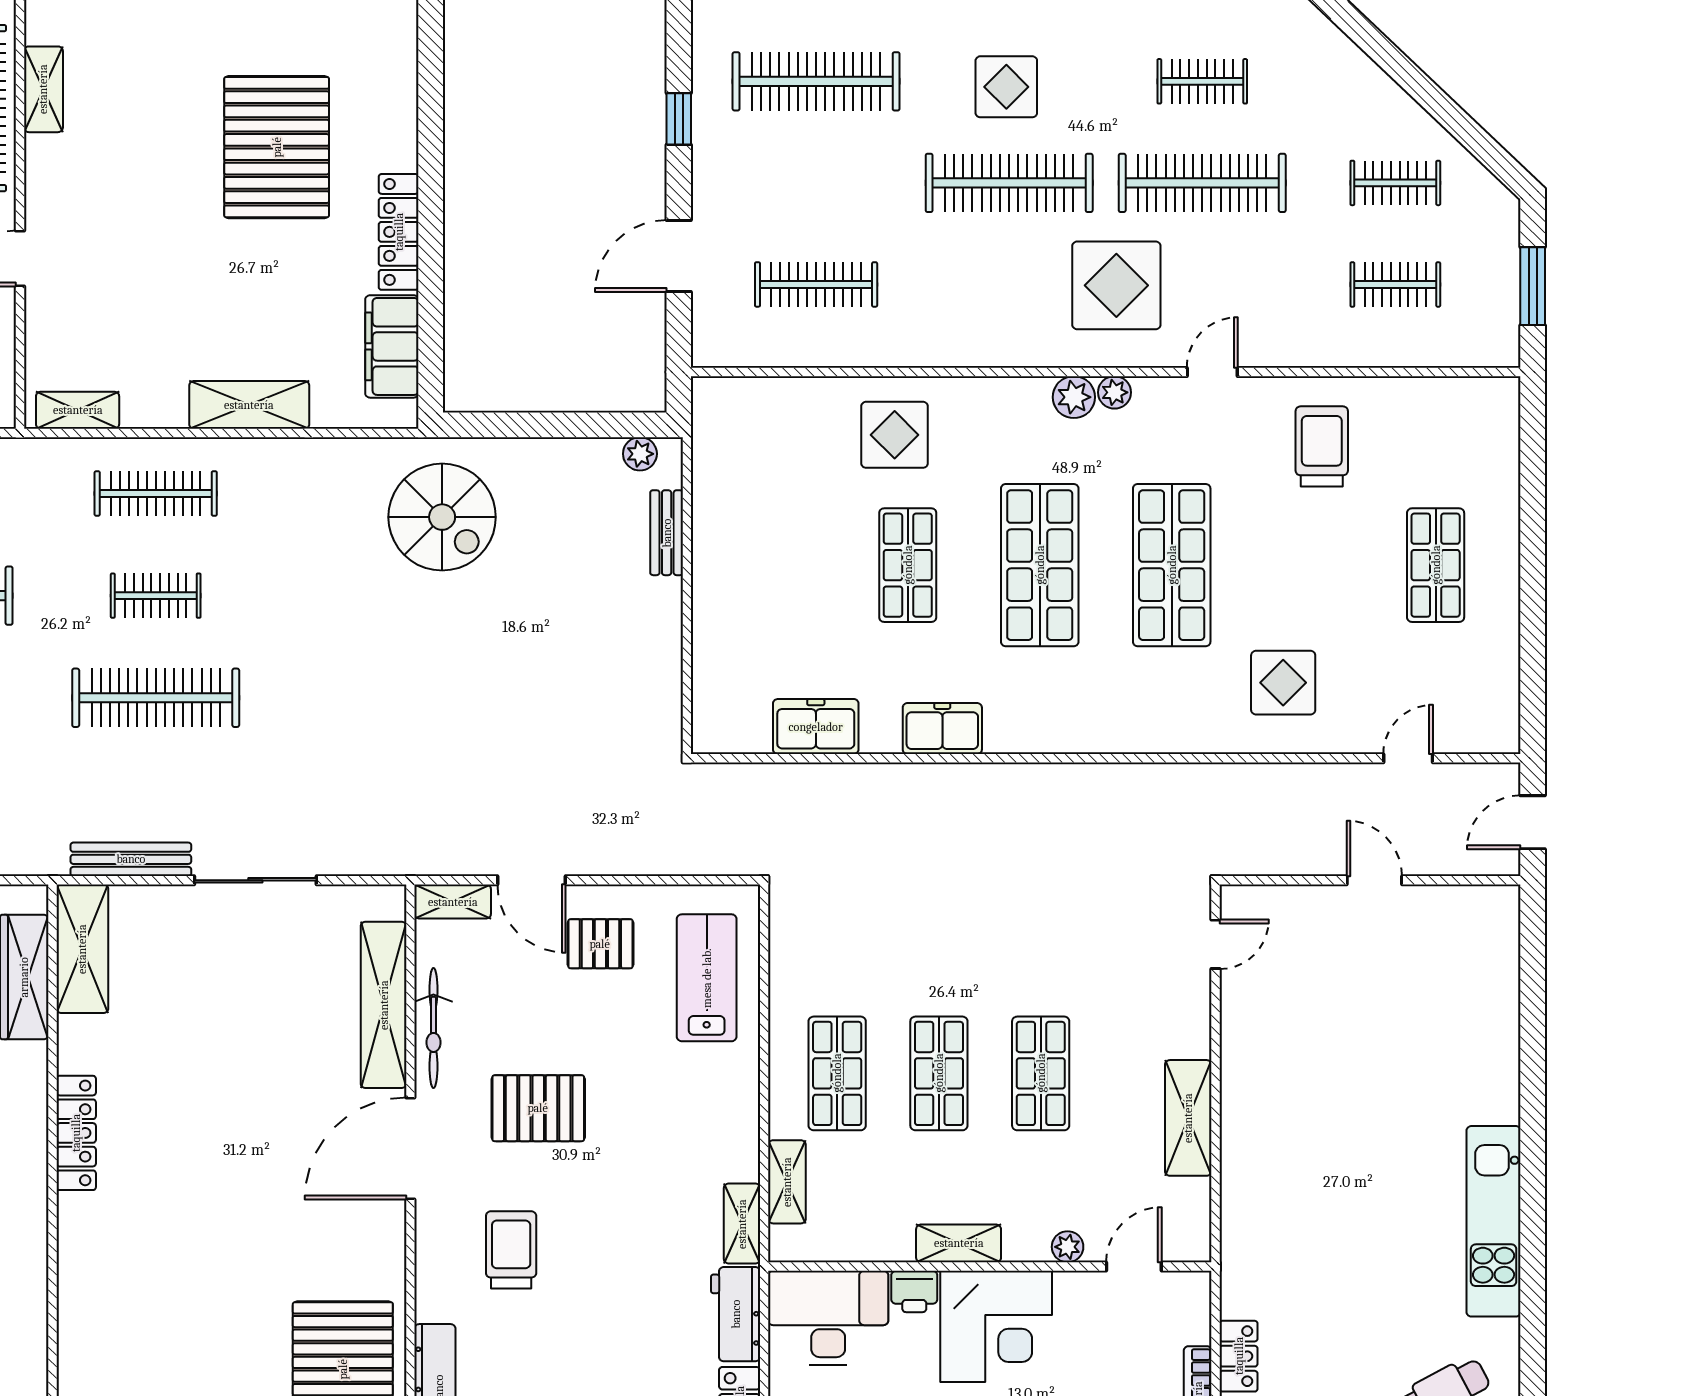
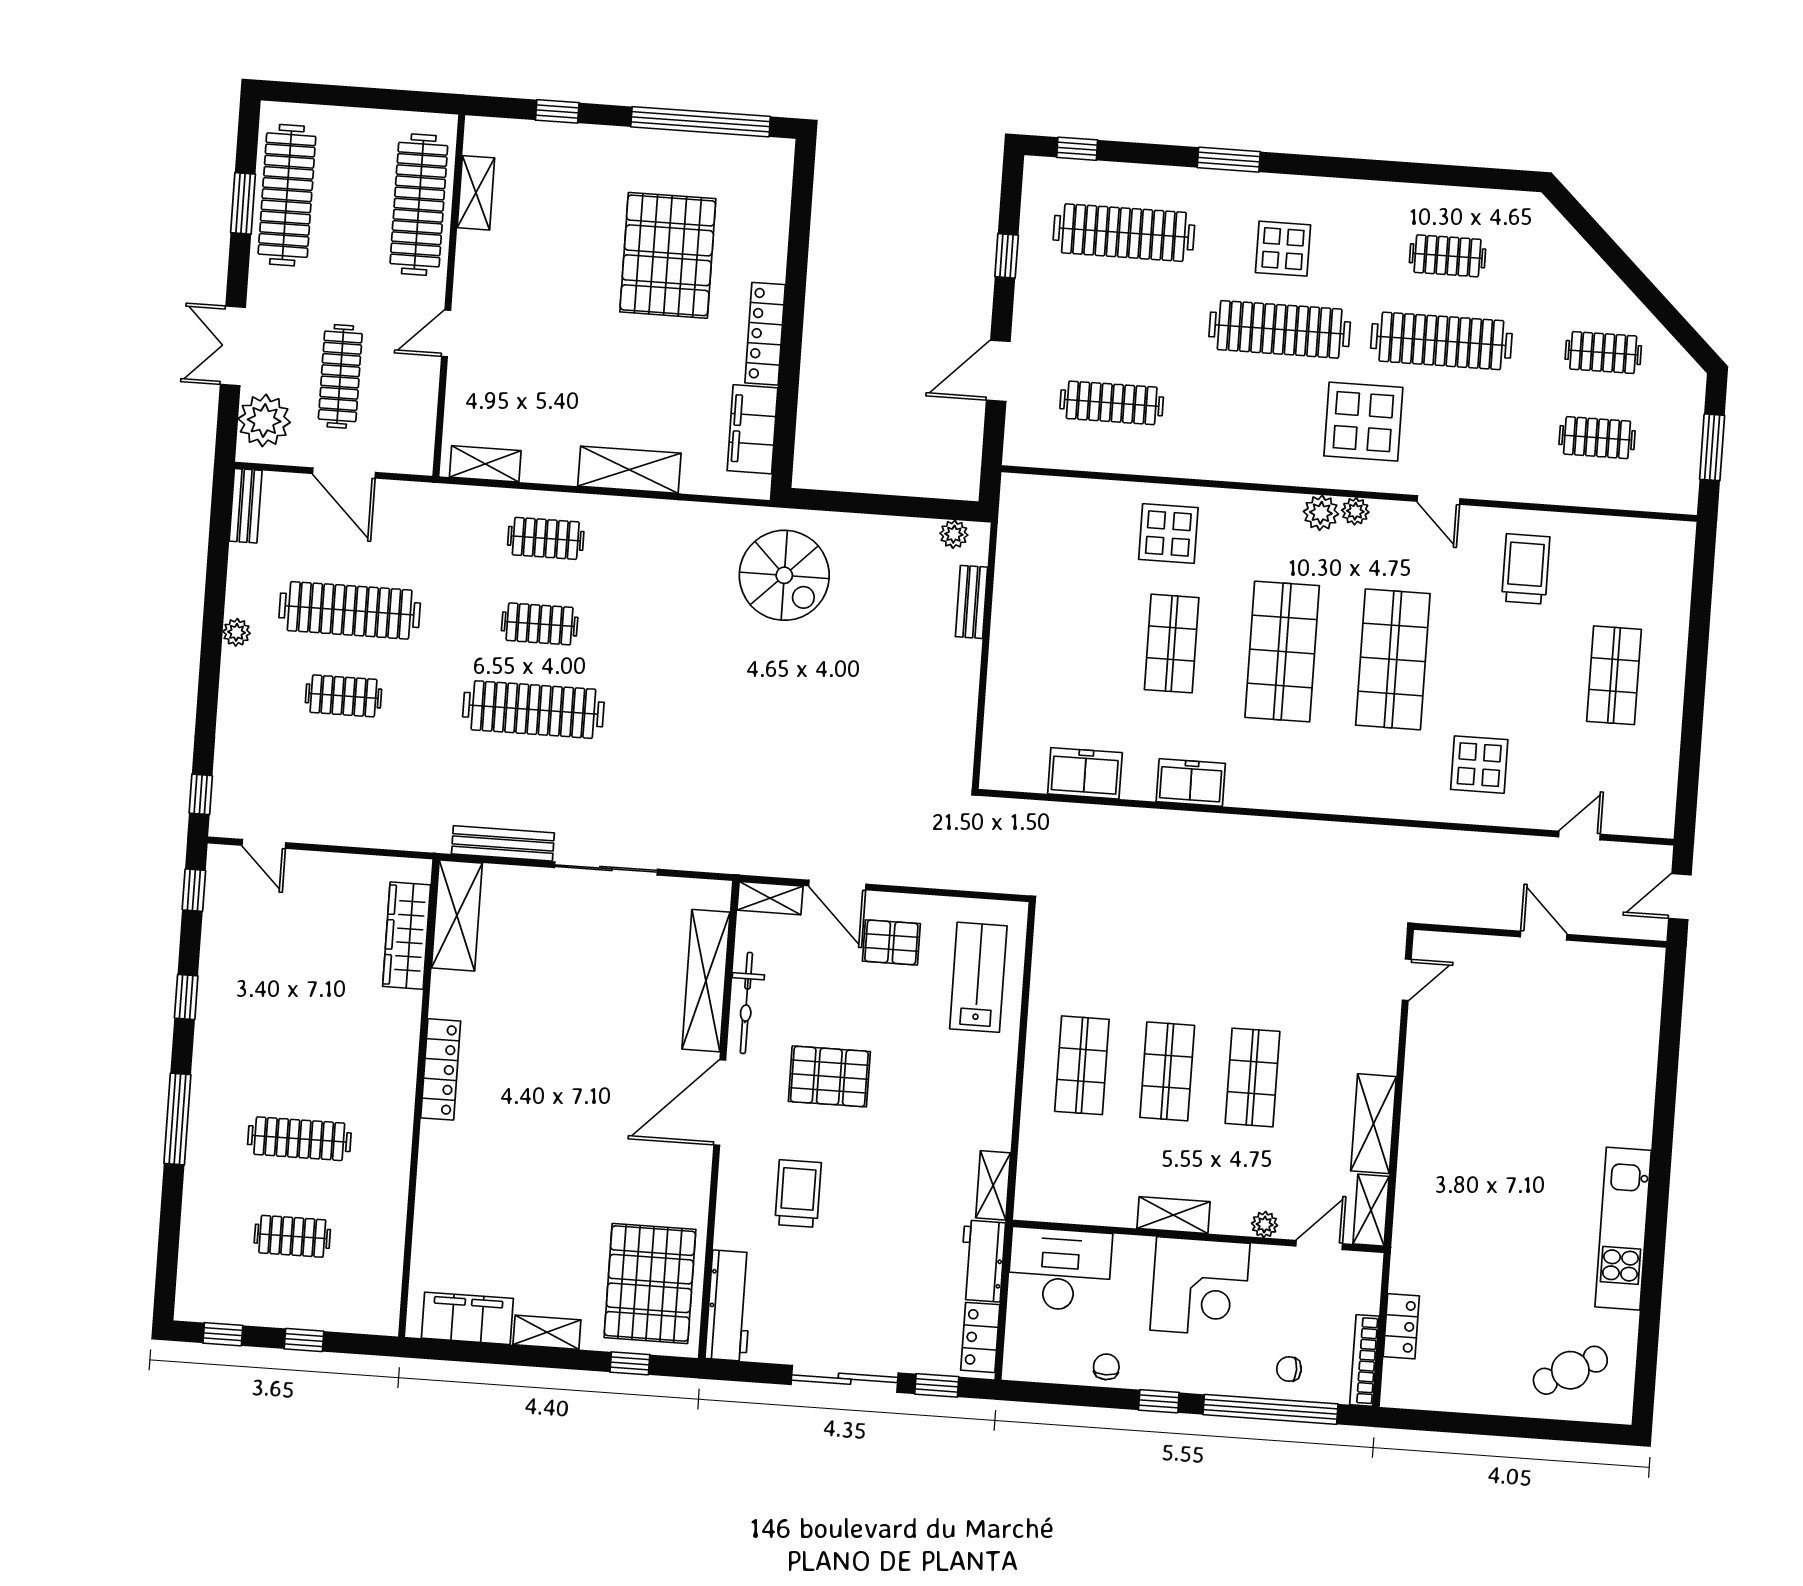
door: (1212, 372) -> (1438, 500), swing flipped
clothes rail: (156, 493) -> (546, 538), width x0.73
shelving: (787, 1182) -> (1371, 1210), moved
printer: (914, 1291) -> (1133, 1253), removed

